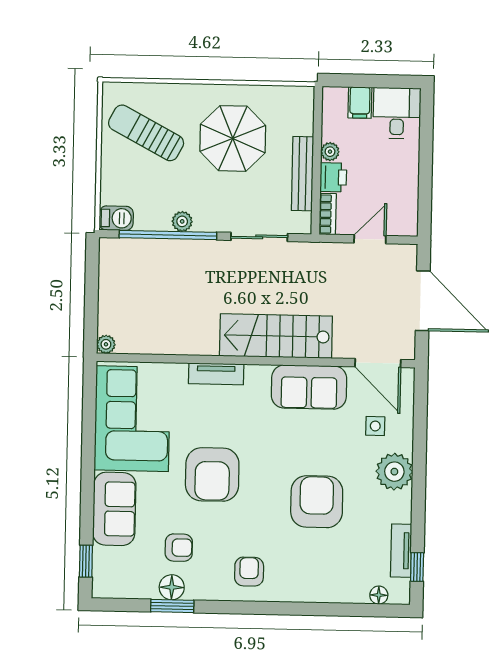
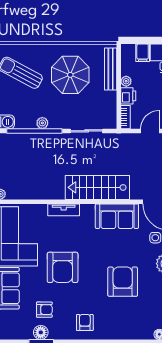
bench: (302, 174) -> (111, 69), moved

